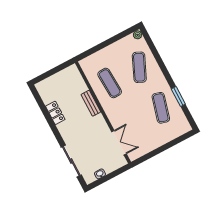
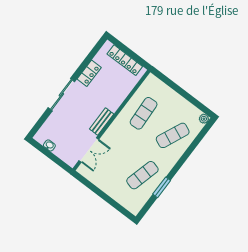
locker: (58, 78) -> (125, 60), added
bench: (91, 103) -> (102, 122), moved
sliding door: (71, 161) -> (61, 95), moved

